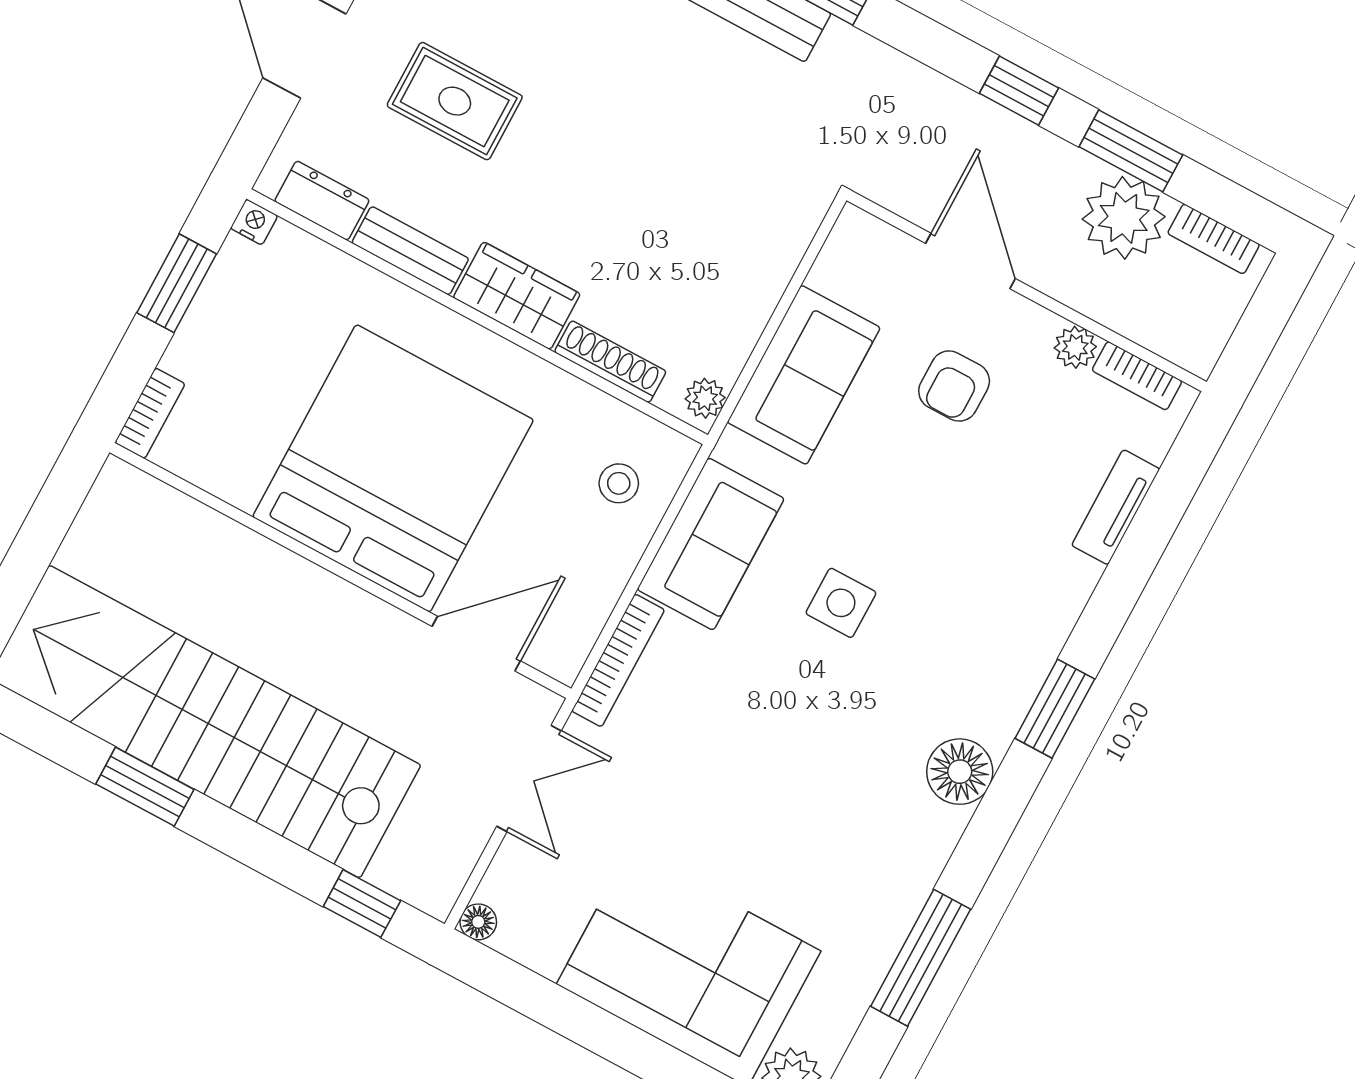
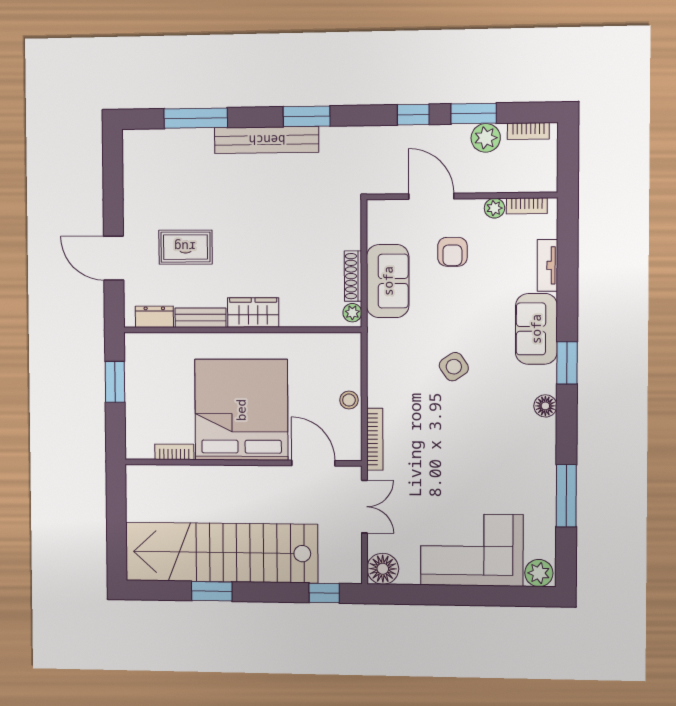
plant: (1124, 218) -> (486, 138), width x0.73, depth x0.73
nightstand: (254, 222) -> (132, 340), removed
shoe rack: (610, 362) -> (353, 276), moved, turned -90
bookcase: (150, 413) -> (174, 452), moved, turned -90
stool: (619, 483) -> (349, 400), moved
sofa: (711, 544) -> (536, 329), moved, turned 180
side table: (841, 603) -> (454, 367), turned -34
door: (476, 644) -> (313, 463), hinge flipped
floor lamp: (960, 772) -> (545, 406), width x0.73, depth x0.73
floor lamp: (478, 922) -> (383, 569), width x1.89, depth x1.89

